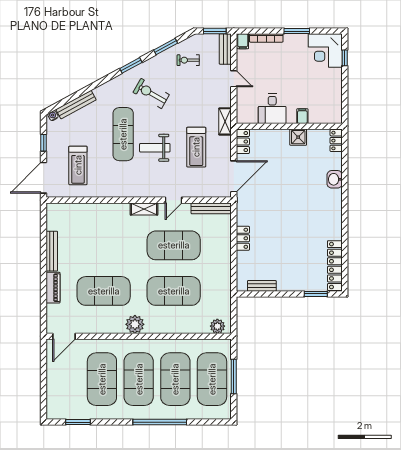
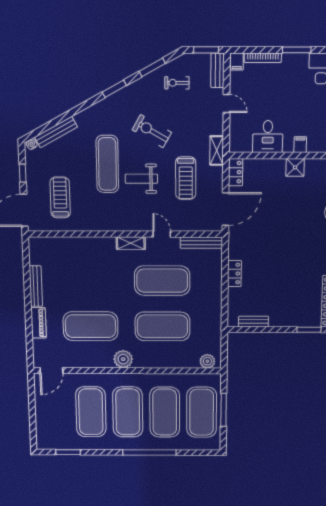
exercise bike: (151, 93) -> (152, 131), moved
treadmill: (78, 165) -> (60, 198), turned 180
door: (174, 200) -> (162, 234), swing flipped

